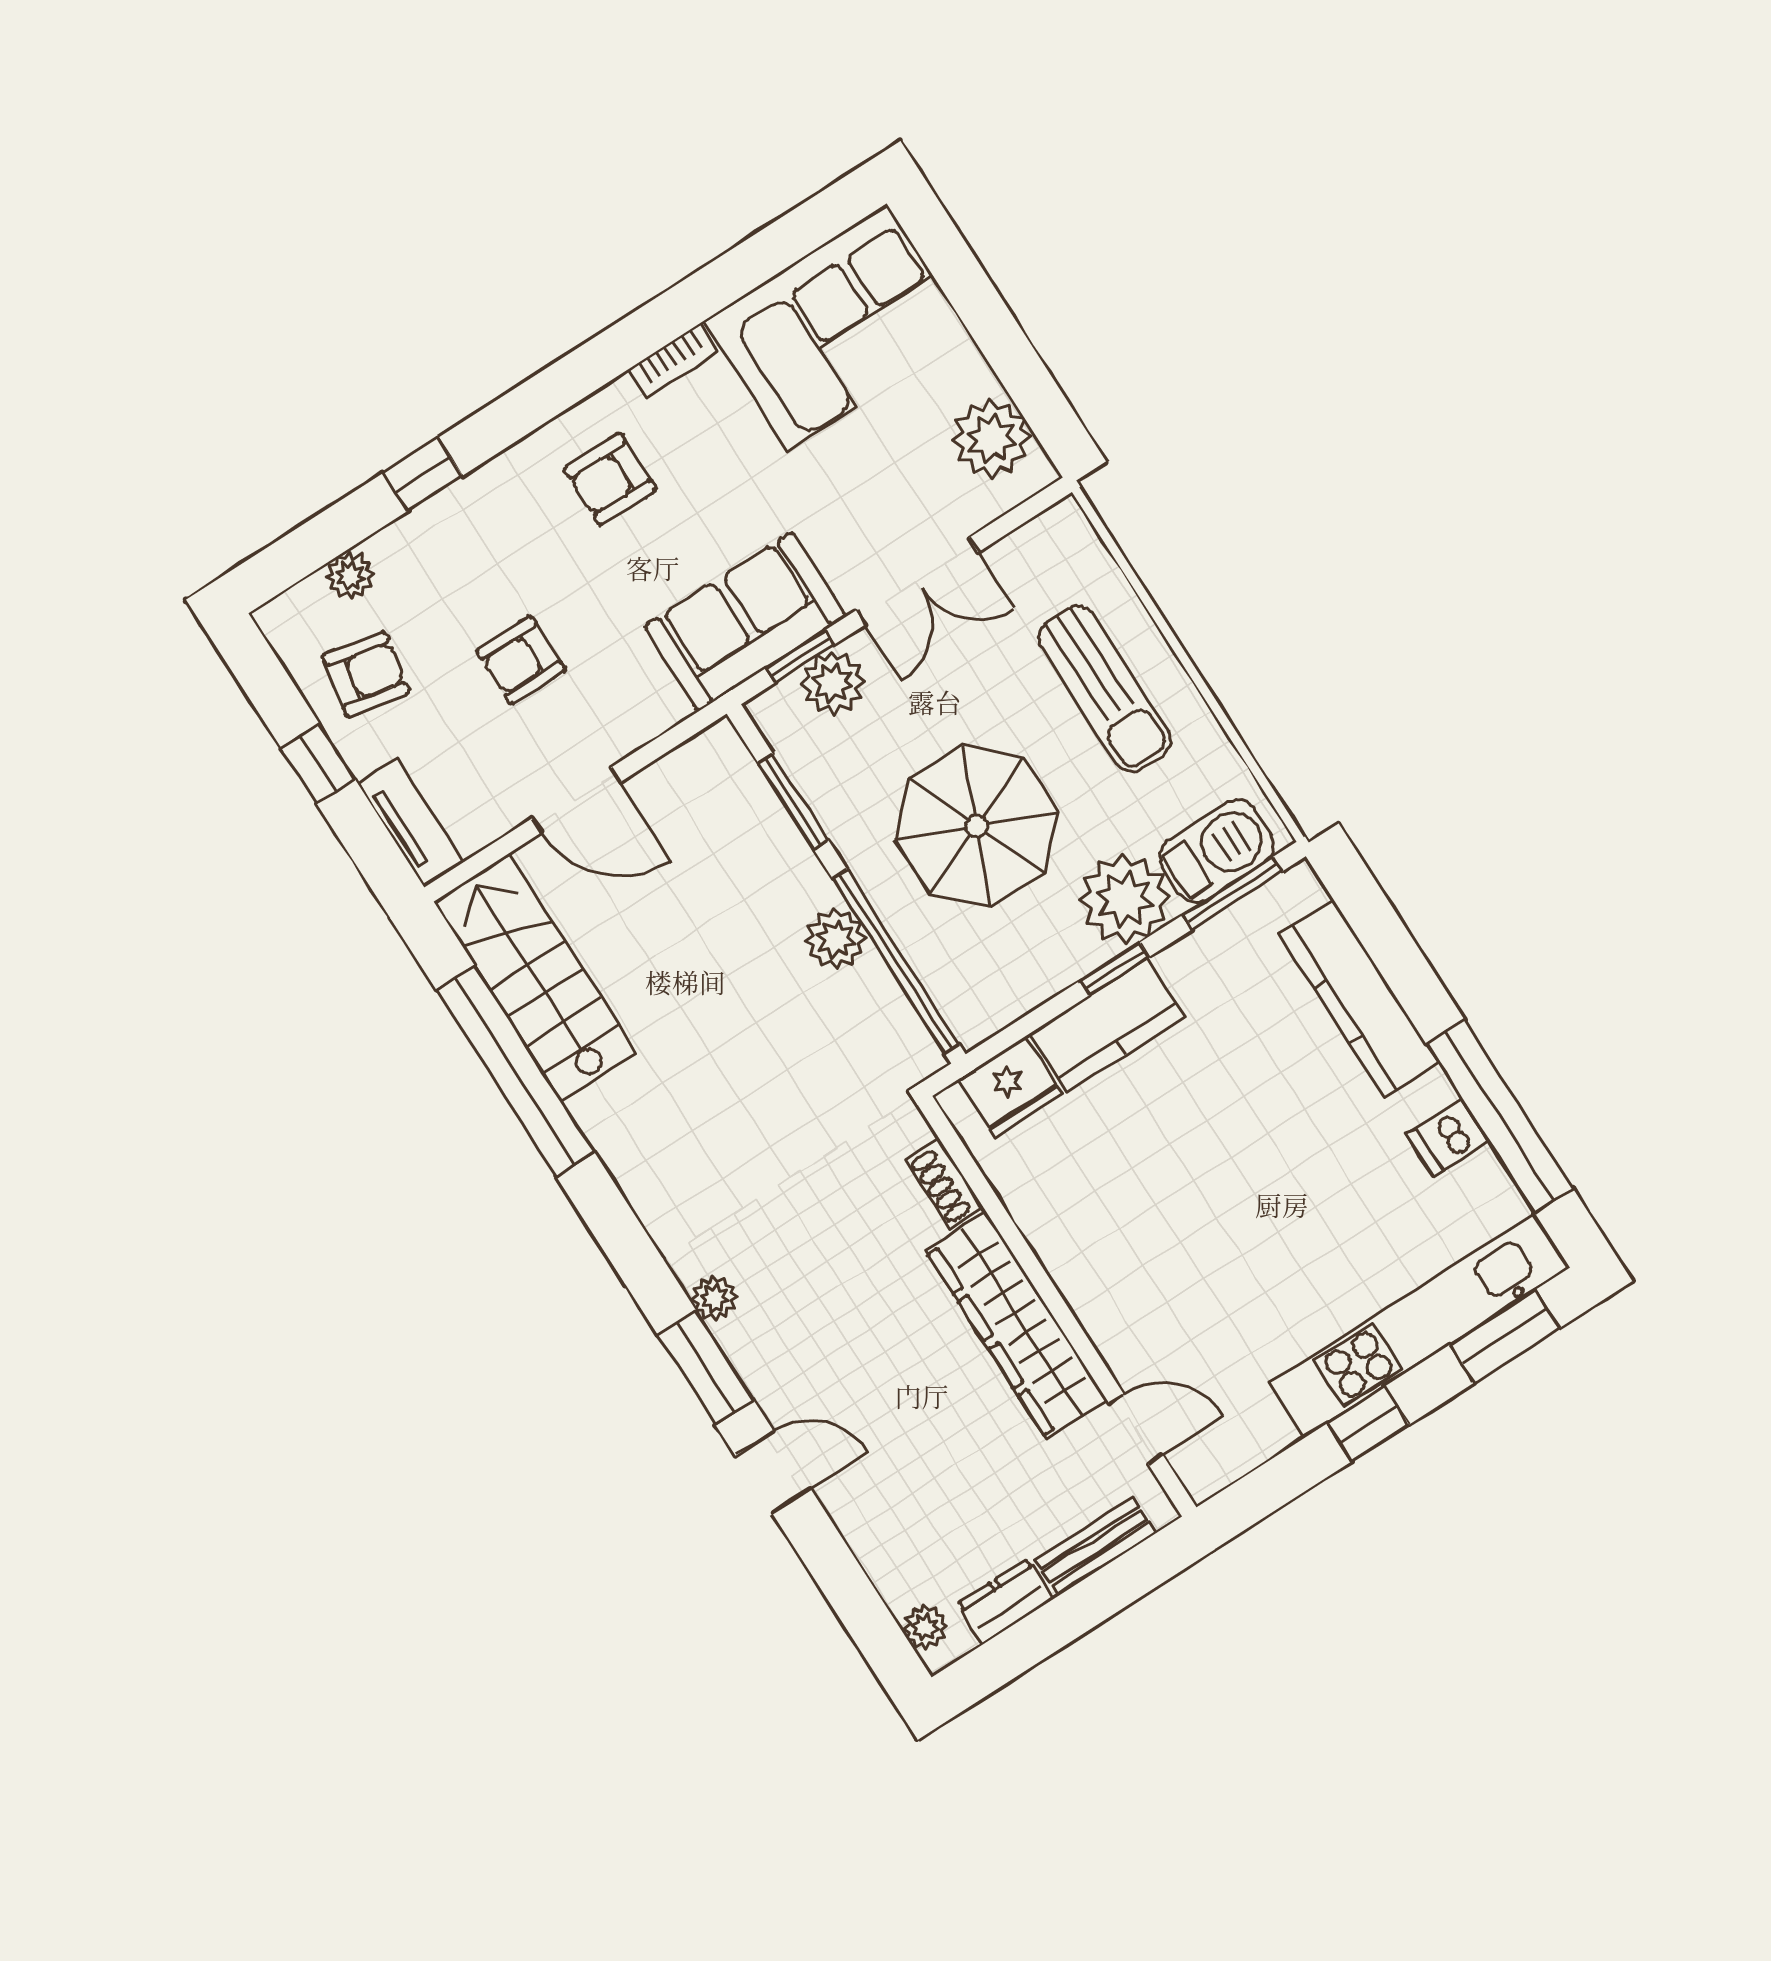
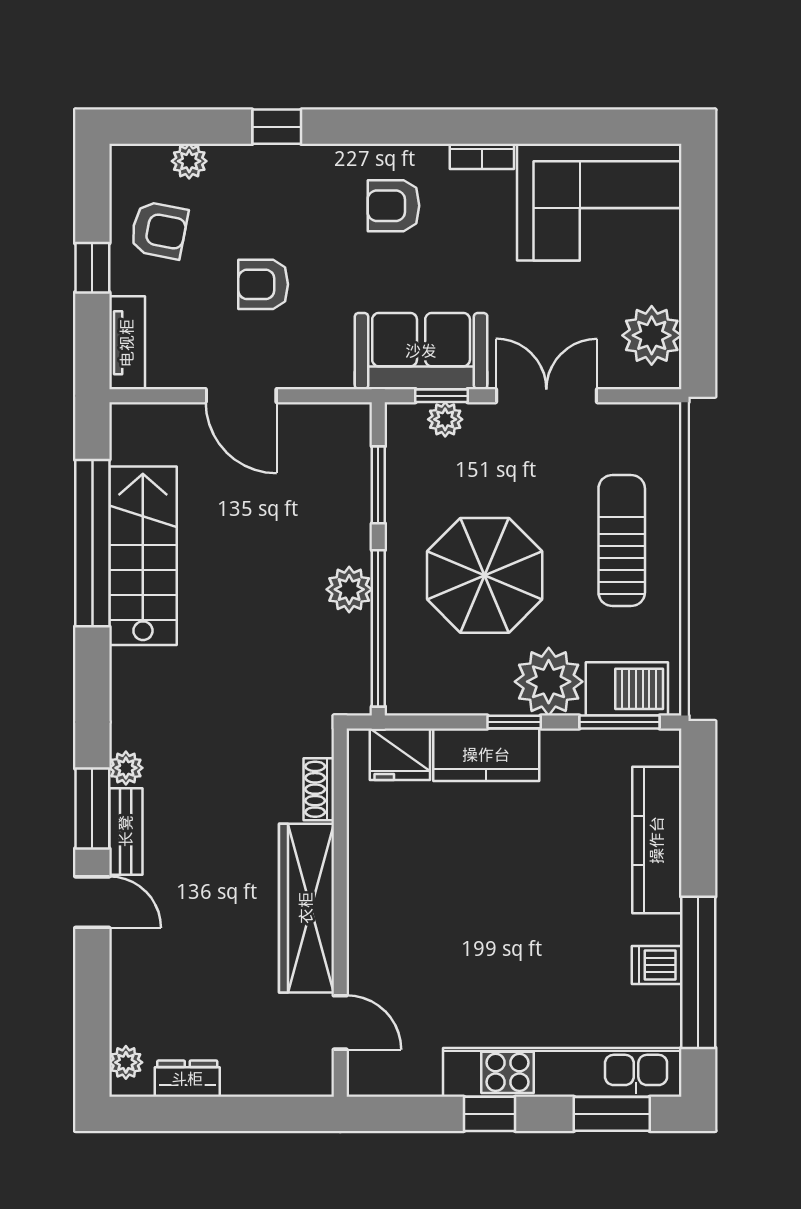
double door: (917, 581) -> (546, 396), swing flipped
plant: (833, 683) -> (445, 419), width x0.73, depth x0.73
sun lounger: (1105, 689) -> (622, 541), turned 180
stairs: (535, 977) -> (143, 556), moved
bench: (1095, 1546) -> (126, 831), moved, turned 90

